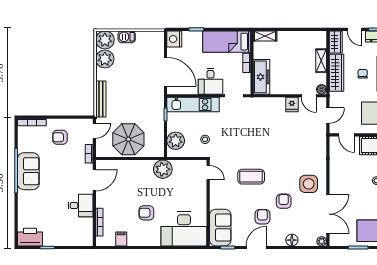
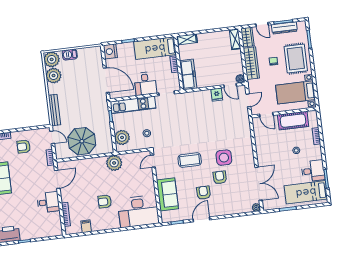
shelving: (321, 61) -> (235, 39), moved
door: (94, 131) -> (52, 137), hinge flipped
door: (208, 173) -> (153, 161), swing flipped
side table: (309, 184) -> (224, 158), moved
sofa: (220, 228) -> (167, 194), moved
floor lamp: (292, 240) -> (231, 209), removed

